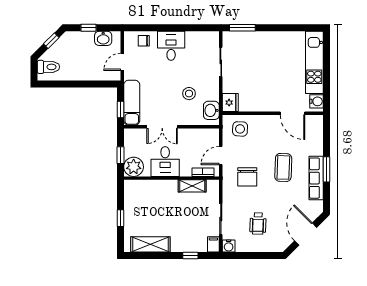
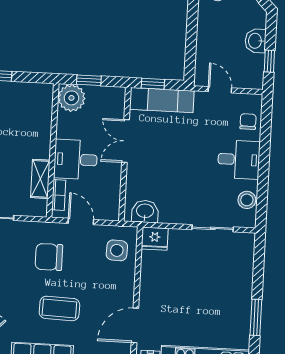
window: (88, 28) -> (269, 61), moved
window: (242, 28) -> (256, 317), moved
washbasin: (103, 38) -> (256, 41), moved
stool: (189, 94) -> (247, 200), moved
desk: (165, 162) -> (76, 159), moved

